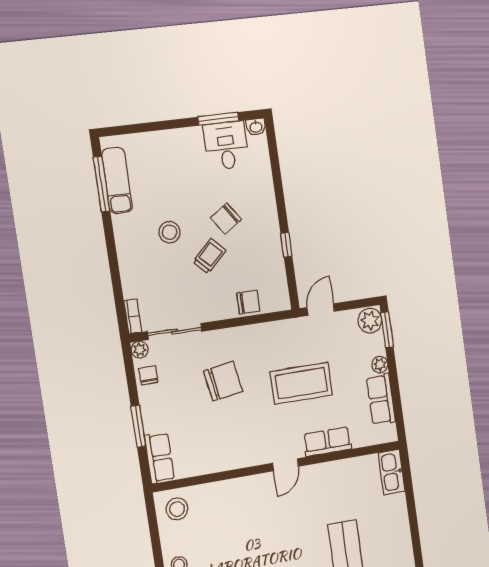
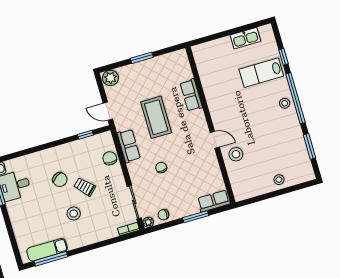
window: (286, 245) -> (85, 135), moved
window: (387, 330) -> (142, 58), moved
plant: (380, 365) -> (138, 67), removed
chair: (223, 381) -> (161, 168), width x0.54, depth x0.54
row of seats: (381, 399) -> (129, 146), moved, turned -90
door: (286, 465) -> (215, 140), moved
kitchen sink: (392, 472) -> (245, 38), moved
stool: (177, 509) -> (236, 154), moved

